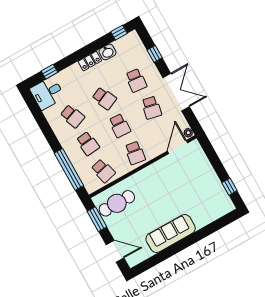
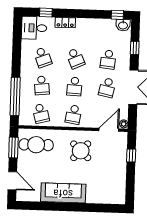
washbasin: (107, 52) -> (123, 25), moved
locker: (90, 61) -> (65, 23), moved
round table: (163, 183) -> (81, 151), added
window: (229, 187) -> (131, 155), moved

